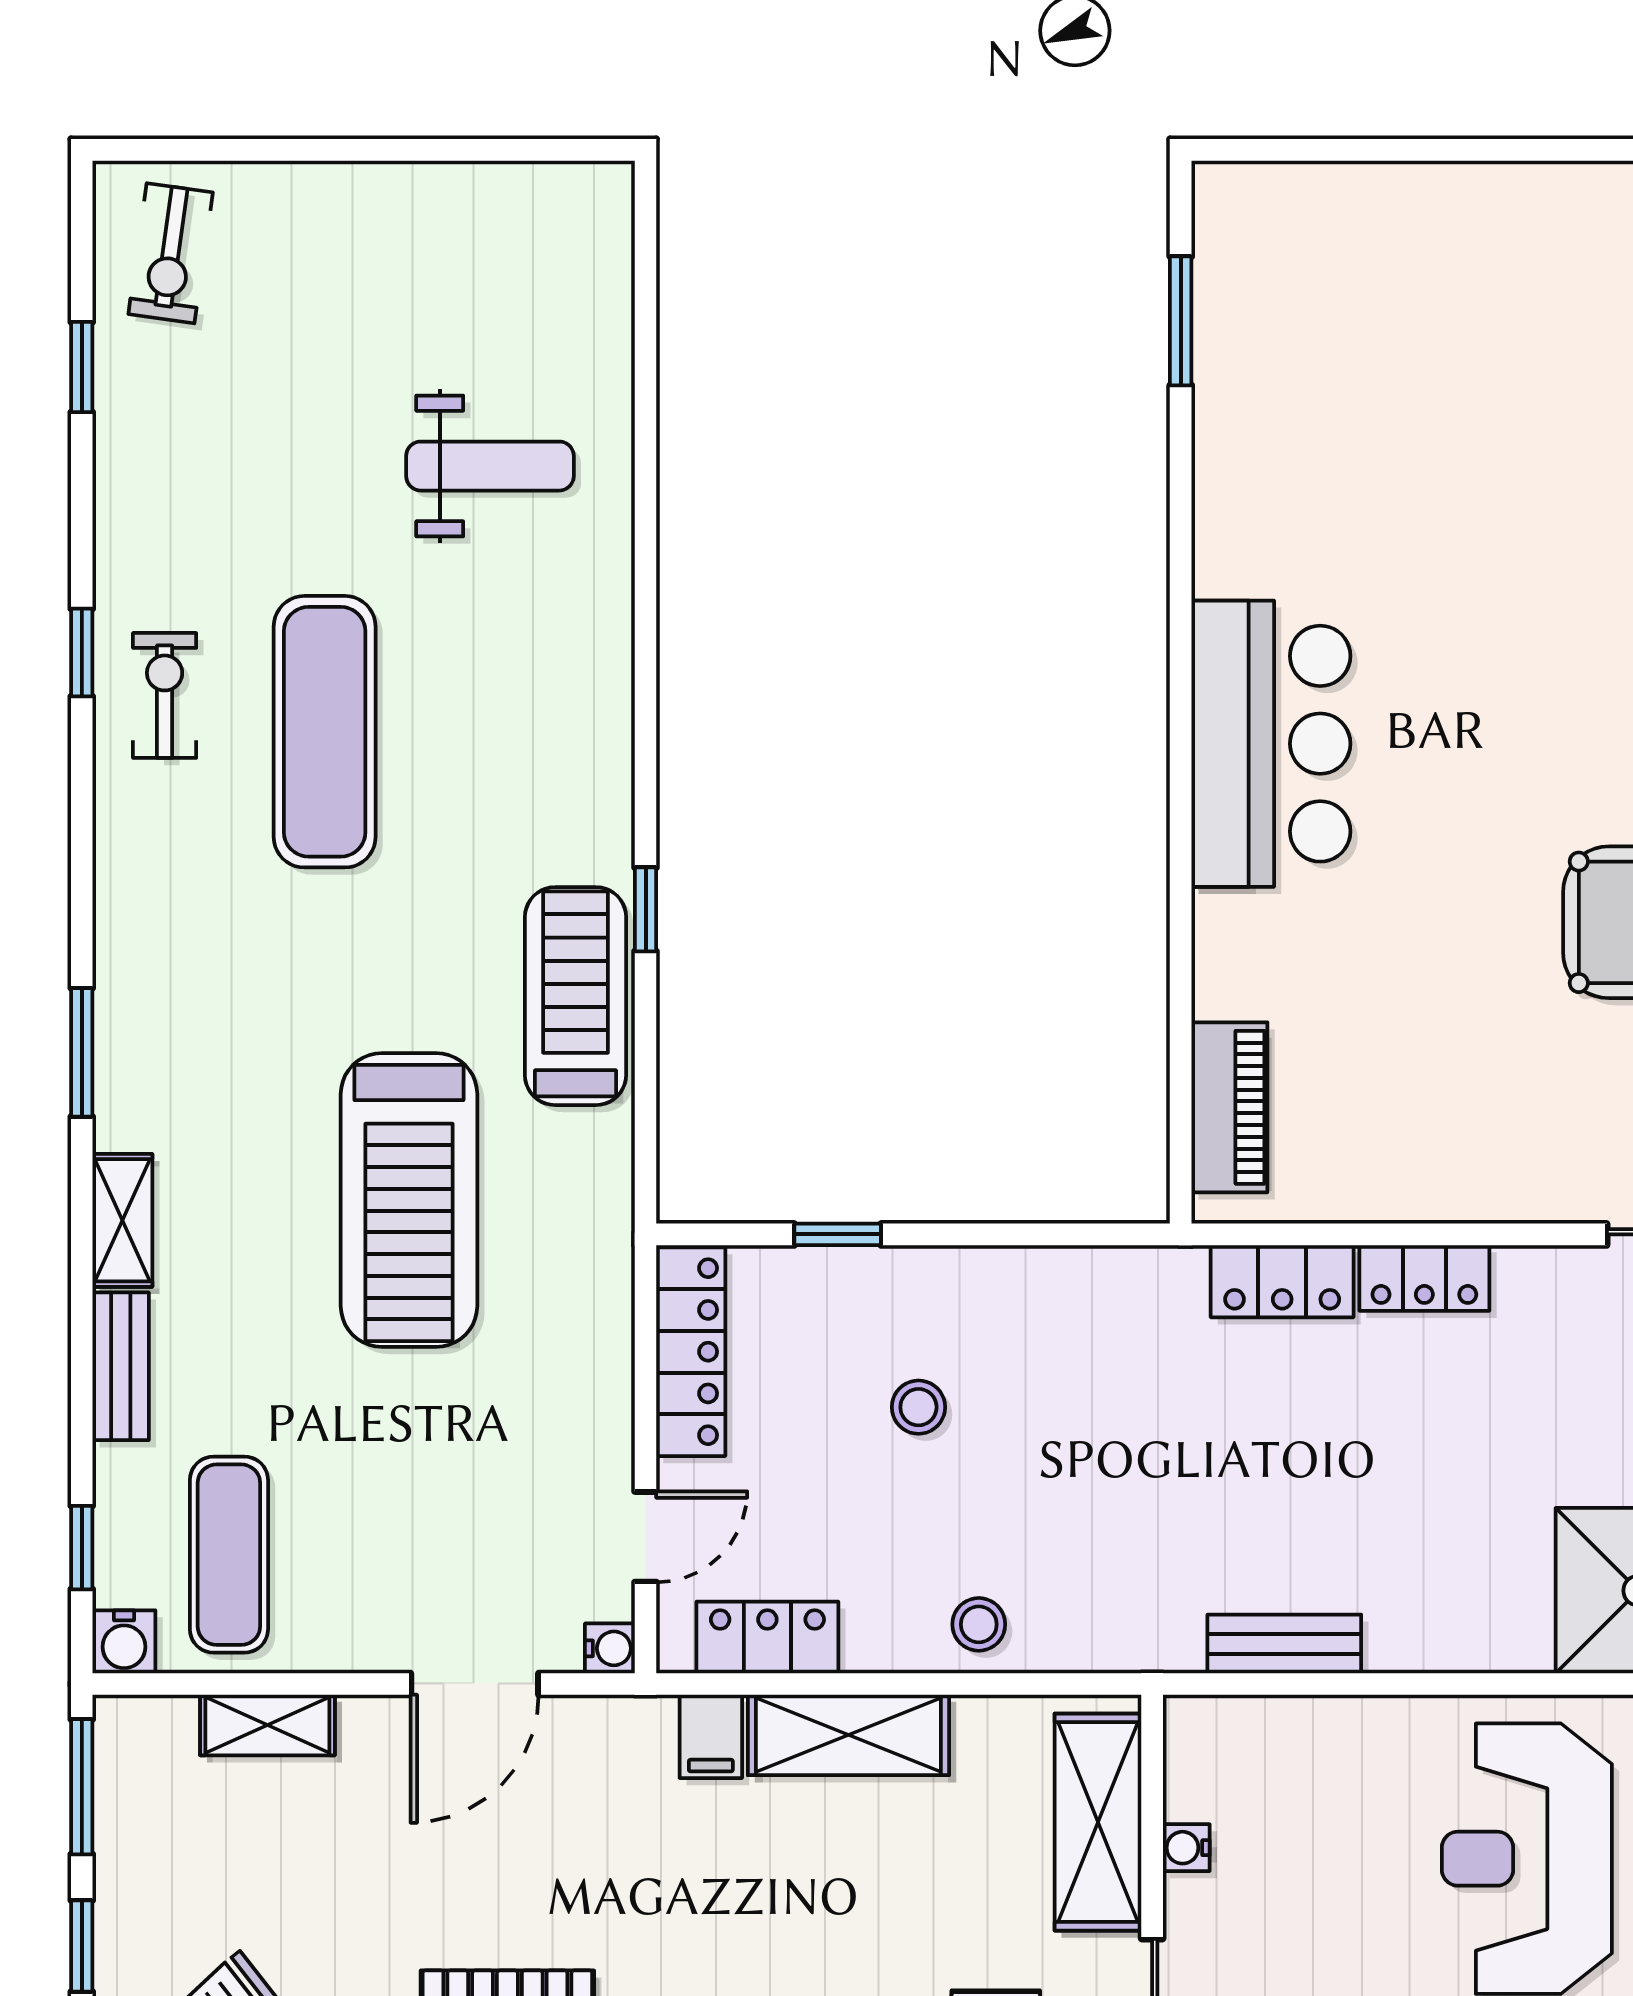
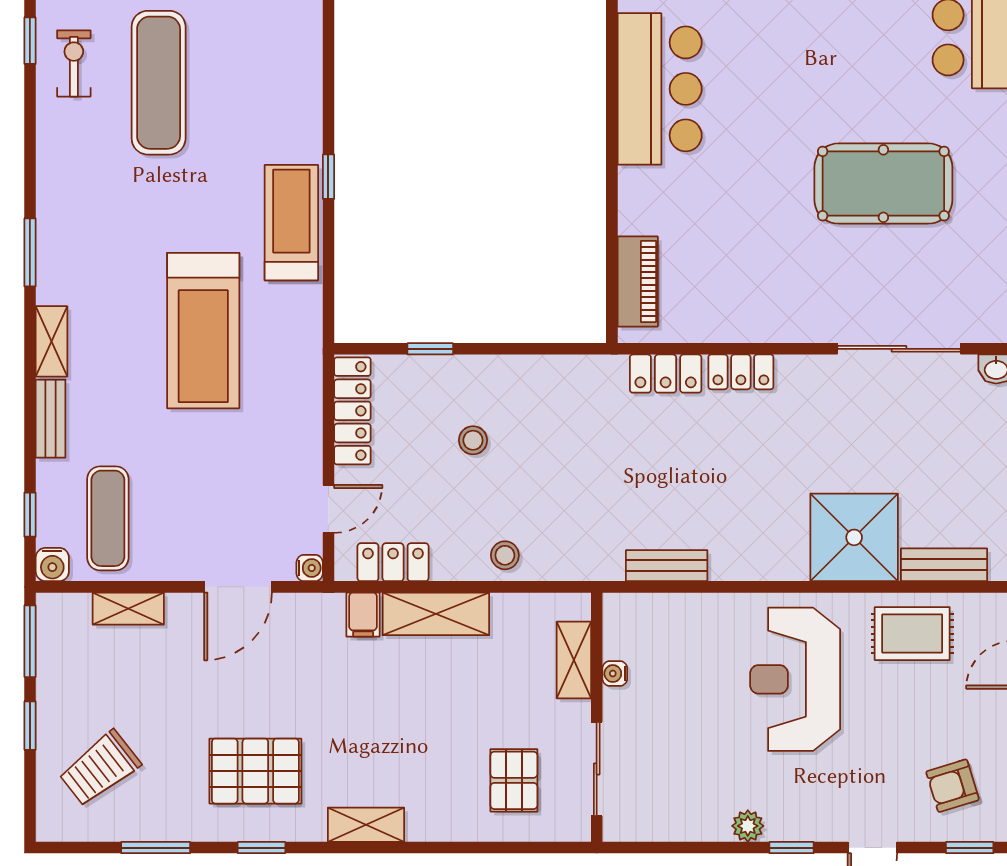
shelving: (1098, 1822) -> (574, 660), width x0.67, depth x0.75

